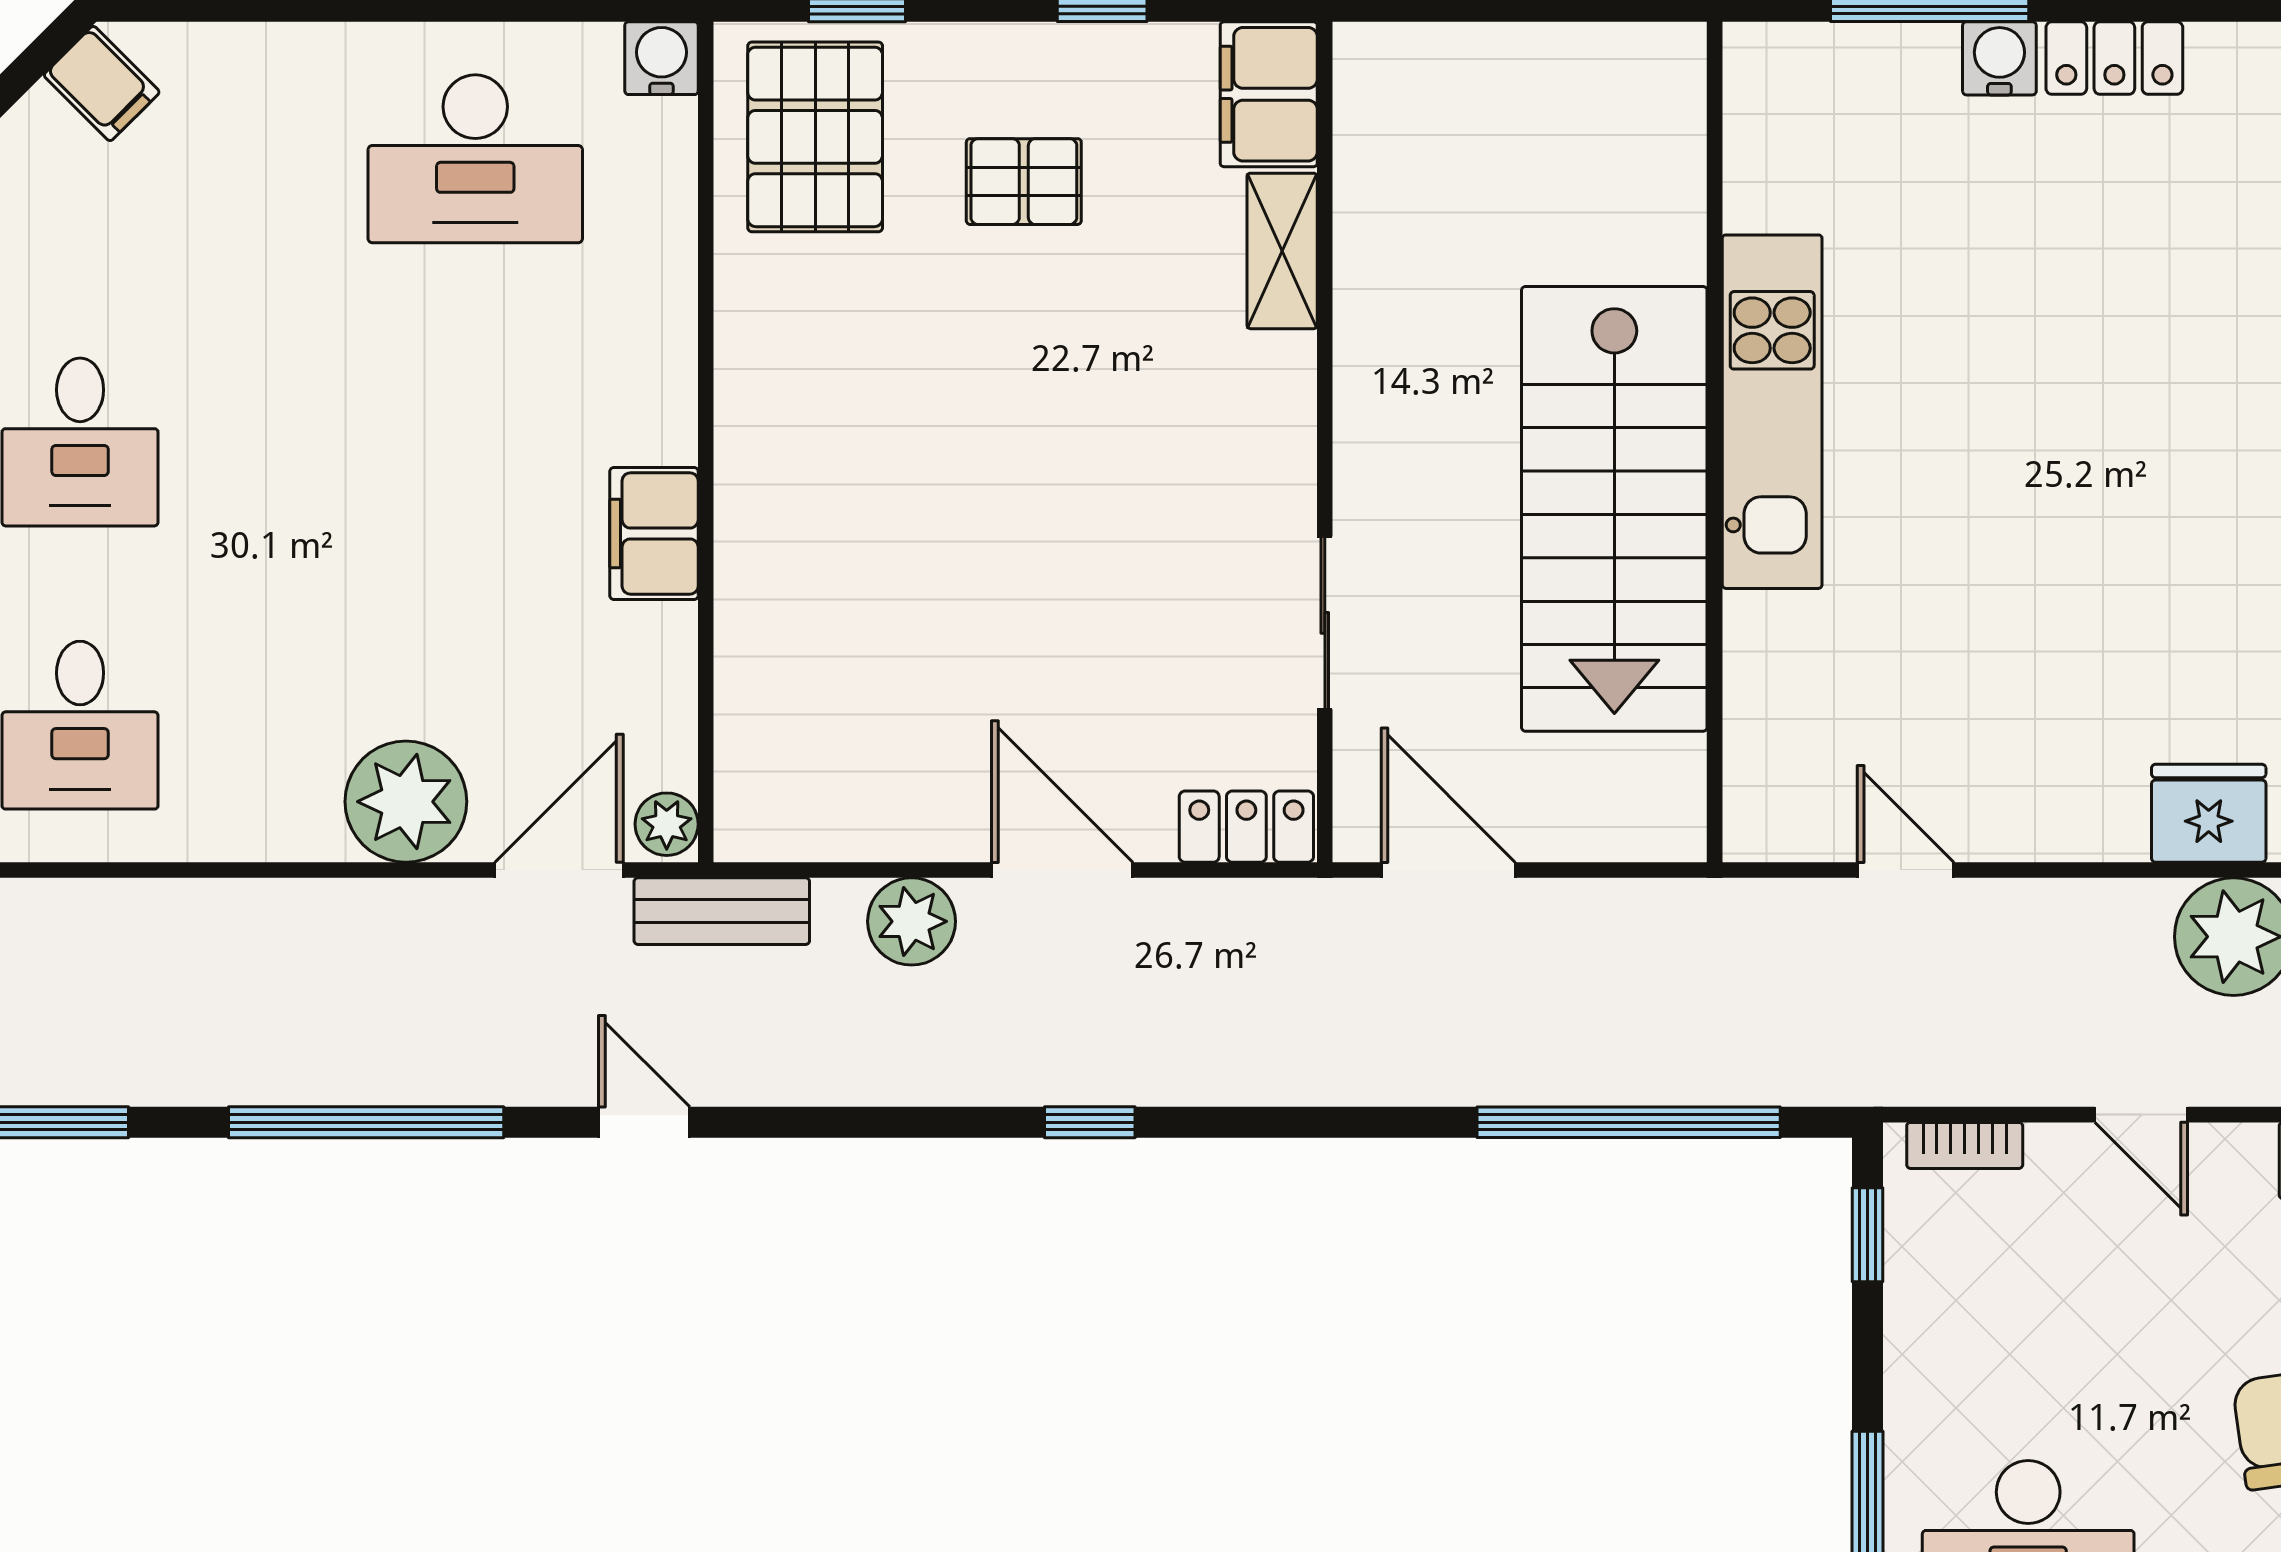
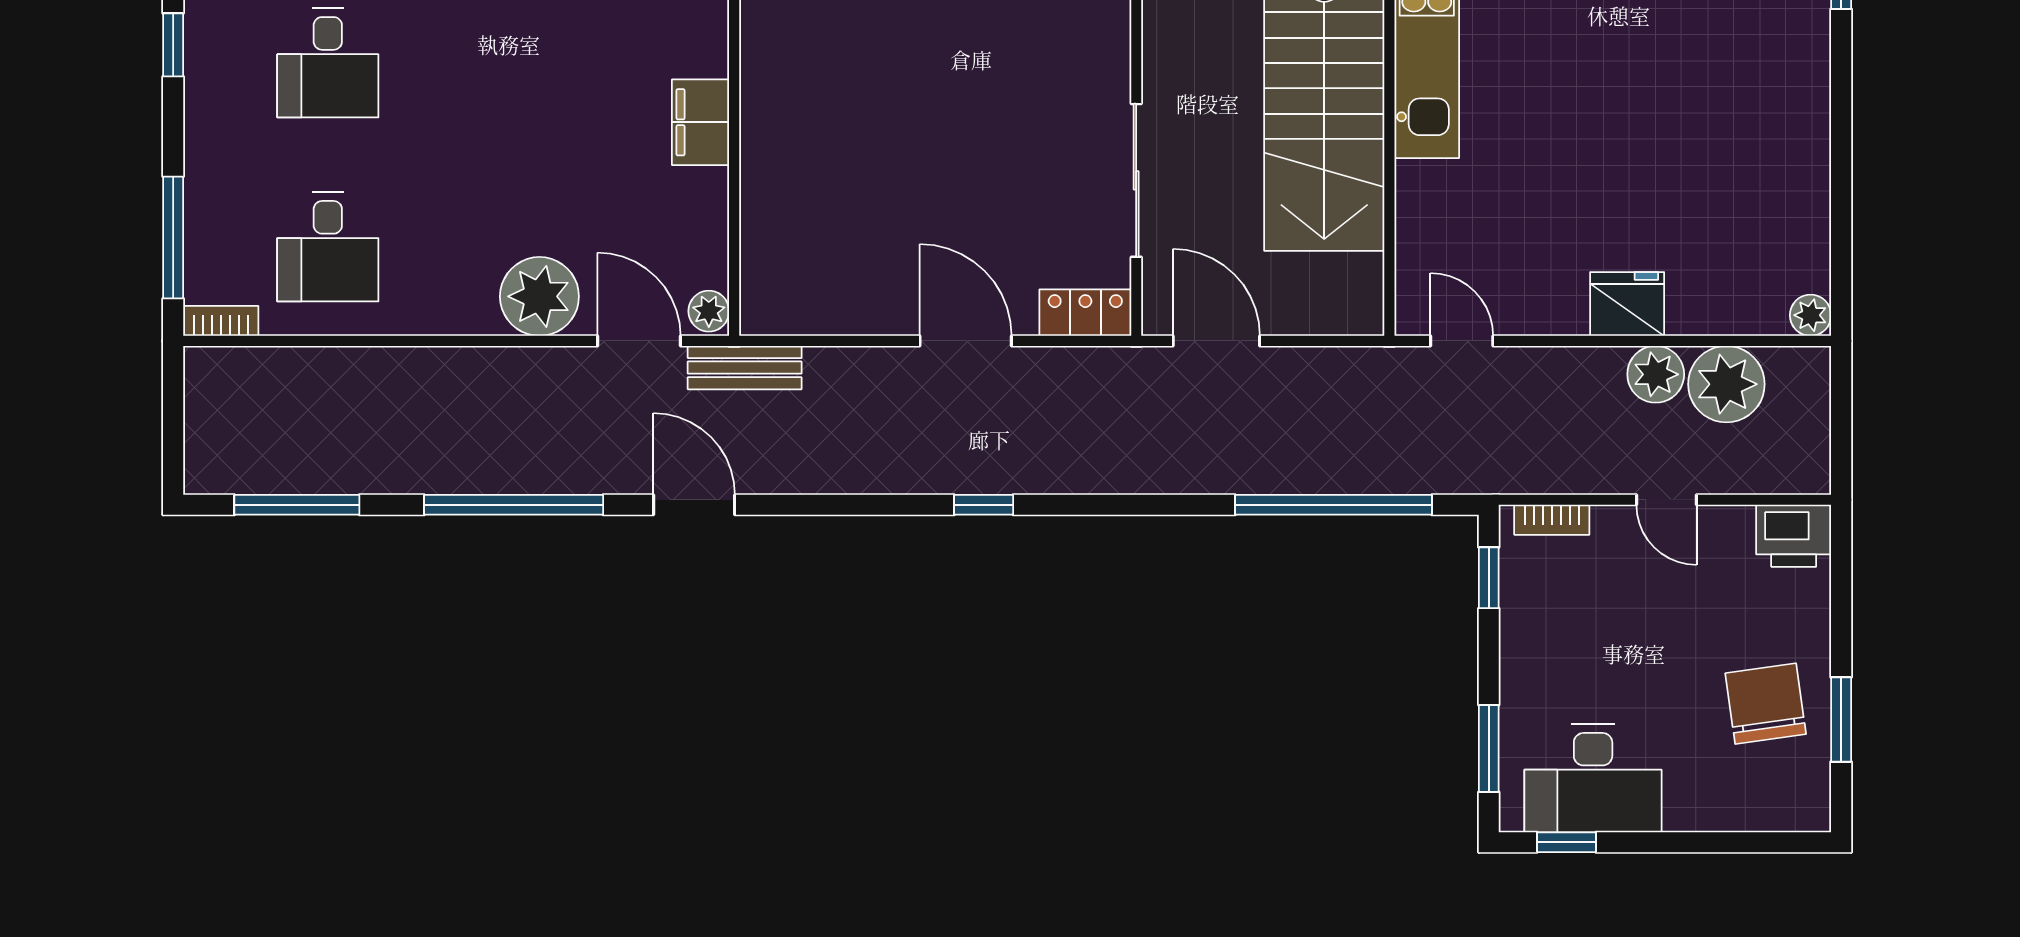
sliding door: (1325, 623) -> (1136, 180), width x1.37
fridge: (2209, 813) -> (1627, 304), moved
door: (559, 870) -> (639, 341), hinge flipped
door: (1906, 870) -> (1462, 341), moved
plant: (912, 921) -> (1656, 374), moved
door: (644, 1122) -> (694, 505), width x1.38

